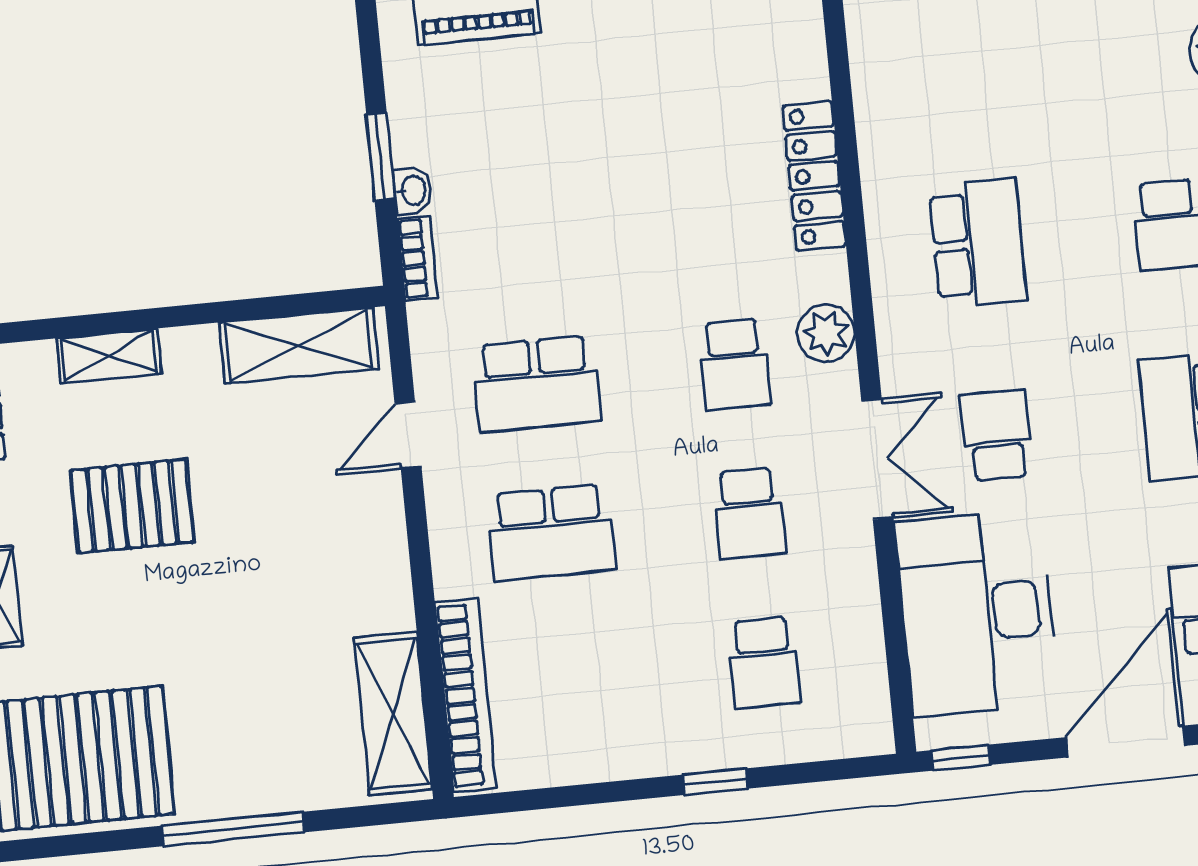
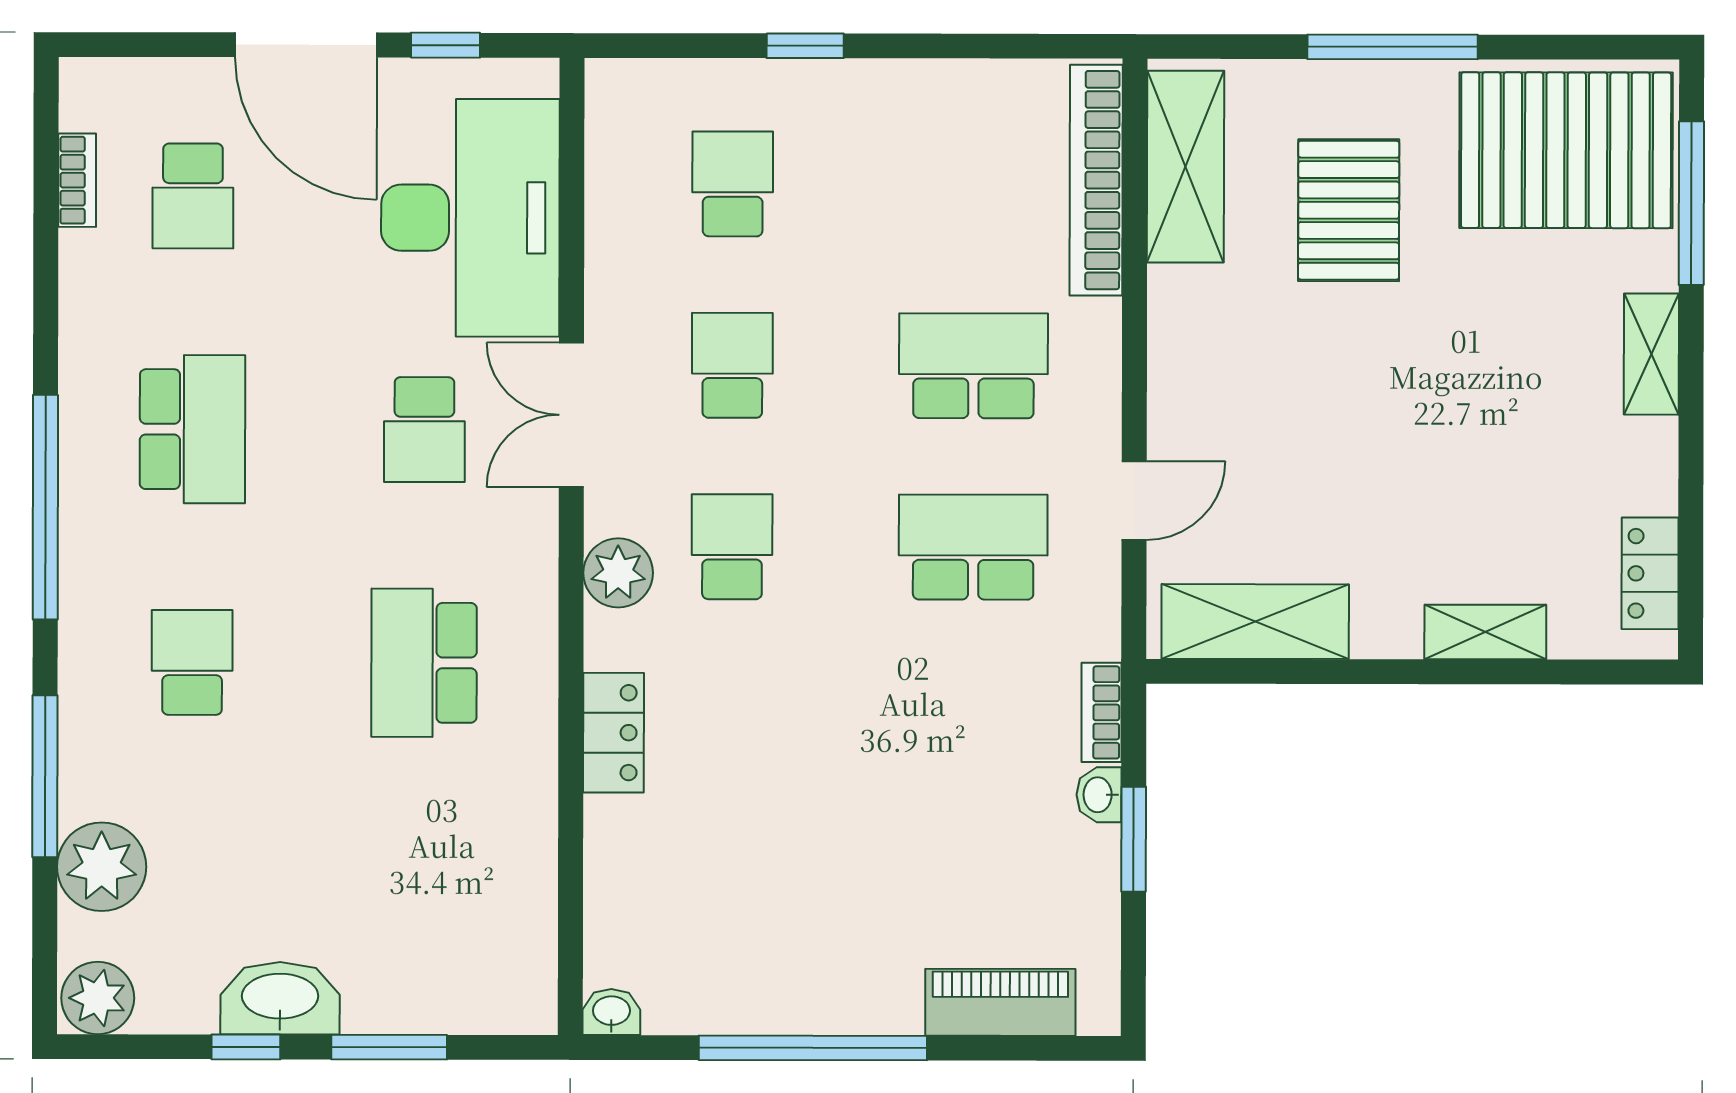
locker: (814, 176) -> (613, 733), width x0.66
pallet: (132, 506) -> (1349, 210), moved, turned 90
door: (1126, 741) -> (306, 45), hinge flipped
window: (961, 758) -> (445, 45), moved

